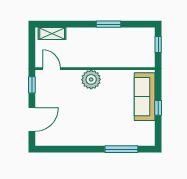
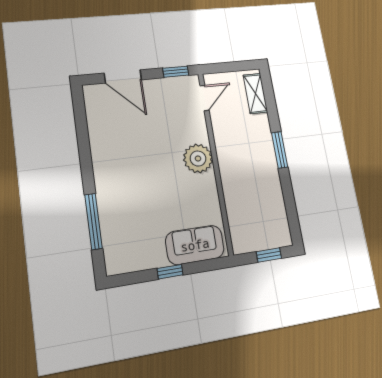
window: (108, 24) -> (280, 150), moved
sofa: (145, 97) -> (195, 245), width x0.73

